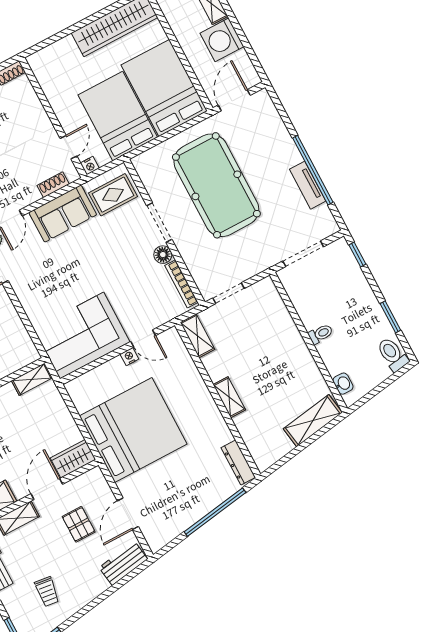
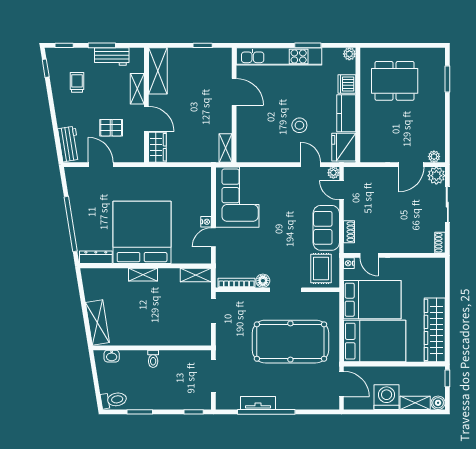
bed: (133, 430) -> (142, 232), moved, turned 180
trolley: (47, 592) -> (77, 82), turned 83

